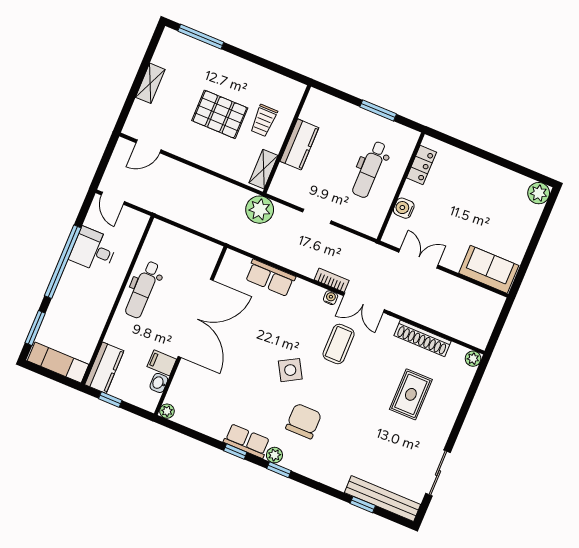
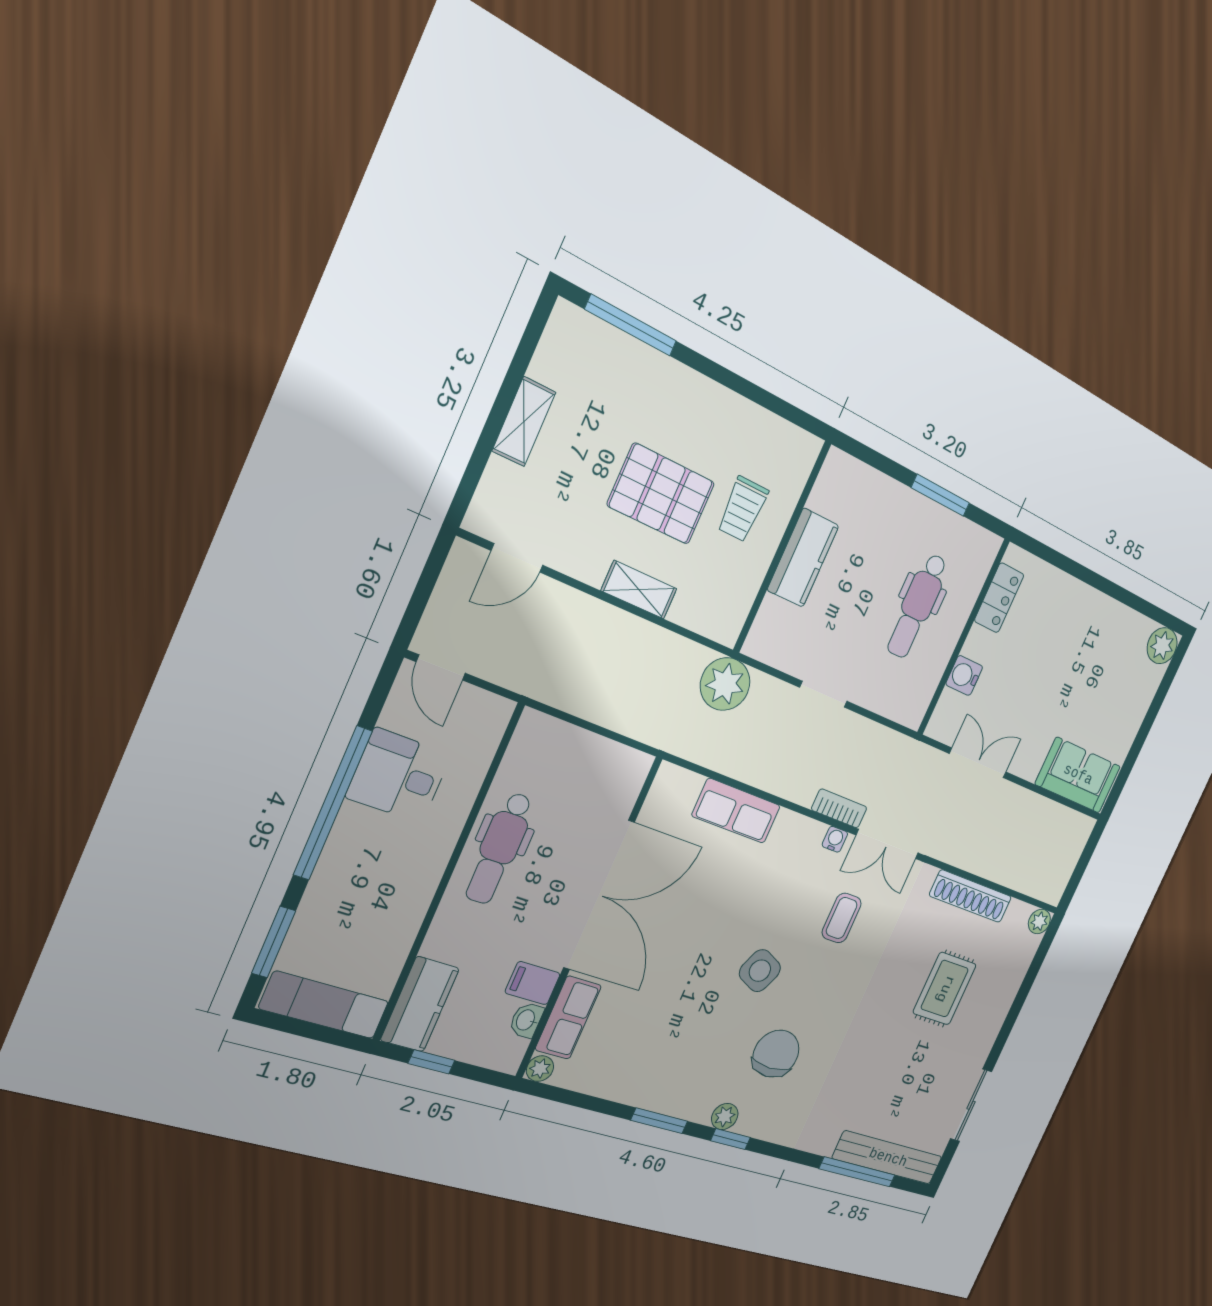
shelving: (264, 169) -> (639, 590), moved, turned 90
coffee table: (339, 344) -> (842, 918), width x0.73, depth x0.77
side table: (290, 370) -> (760, 971), turned -36
row of seats: (247, 441) -> (568, 1018), moved, turned 90
window: (235, 452) -> (659, 1121), width x1.50
window: (363, 505) -> (857, 1172), width x2.17

